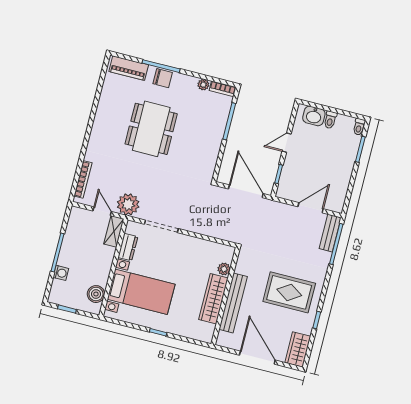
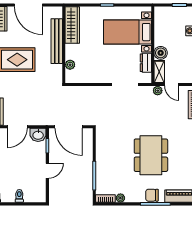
washbasin: (314, 116) -> (38, 135), moved, turned 180
plant: (128, 204) -> (158, 91), width x0.53, depth x0.53
boiler: (96, 294) -> (161, 53), moved
wardrobe: (213, 299) -> (72, 25), moved

